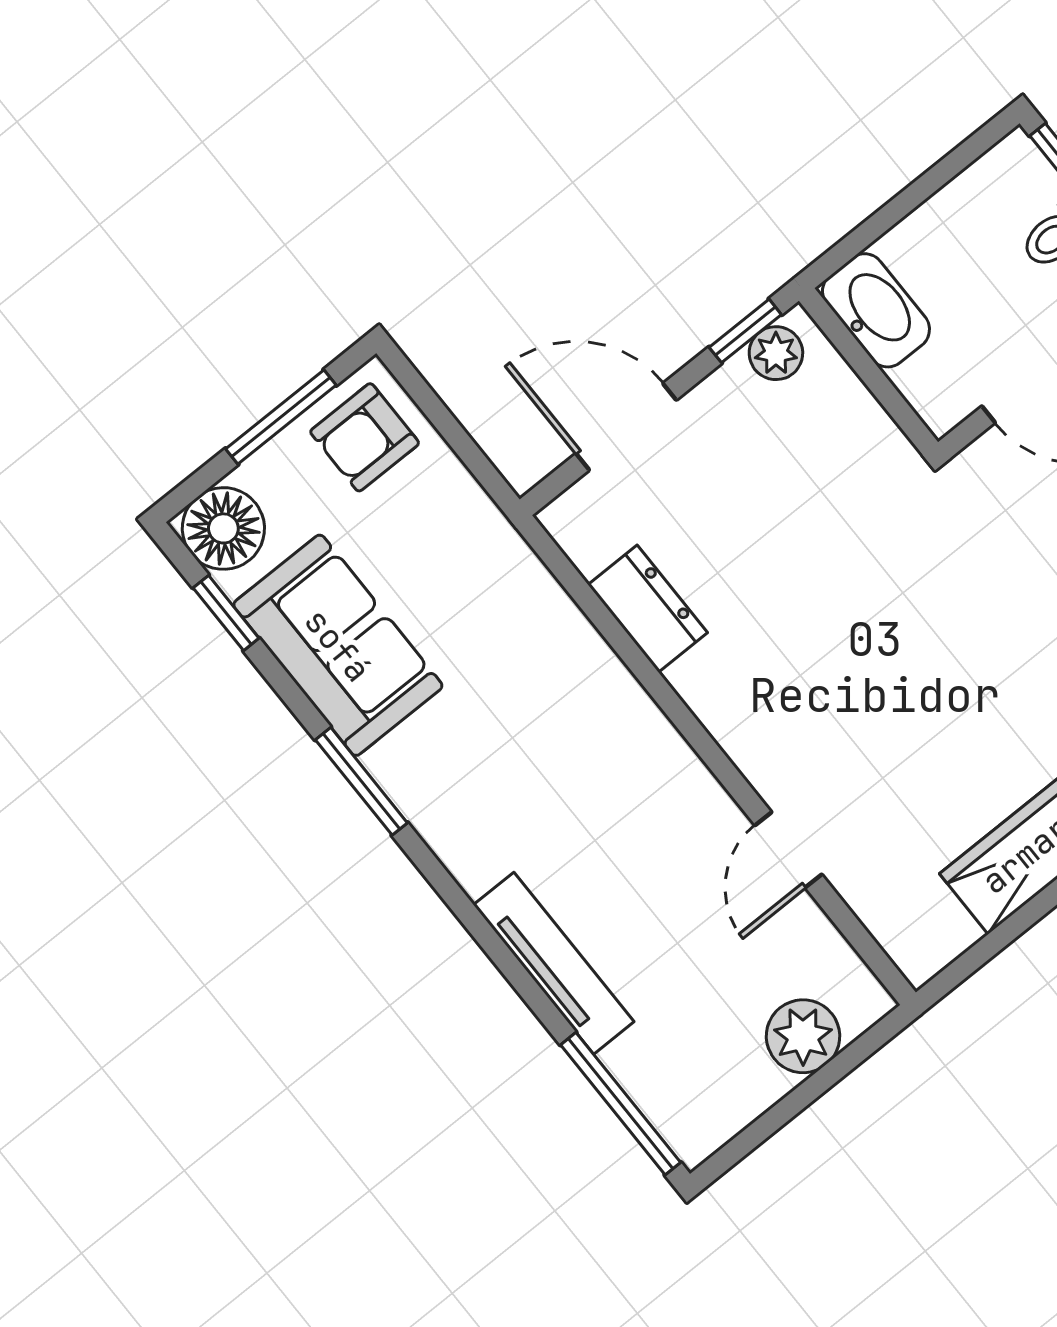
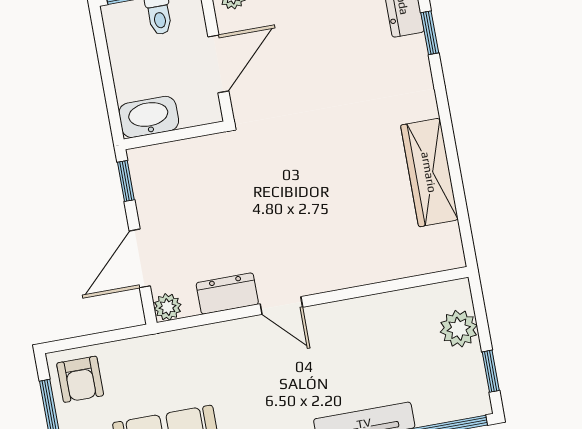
plant: (776, 353) -> (168, 307), moved
door: (788, 850) -> (281, 306), moved
window: (760, 1130) -> (491, 371), added

